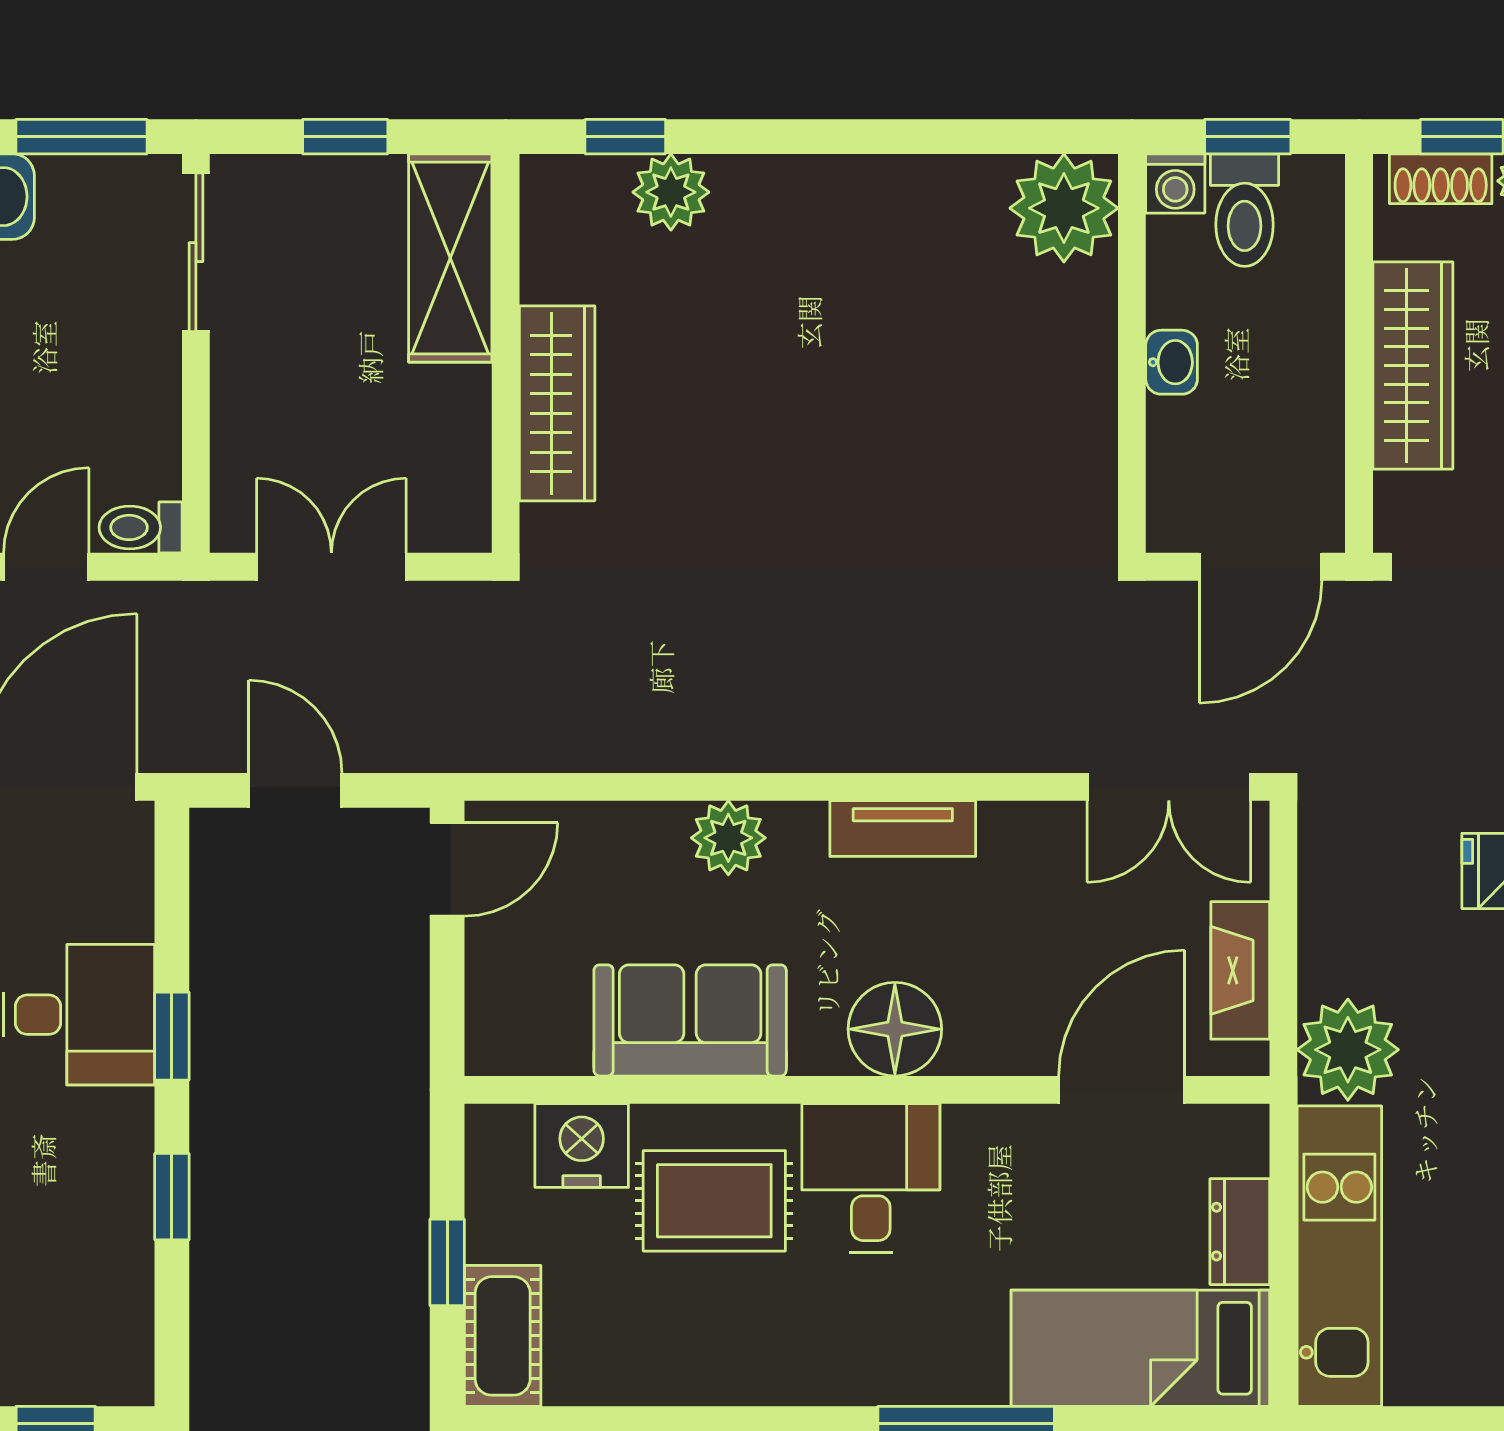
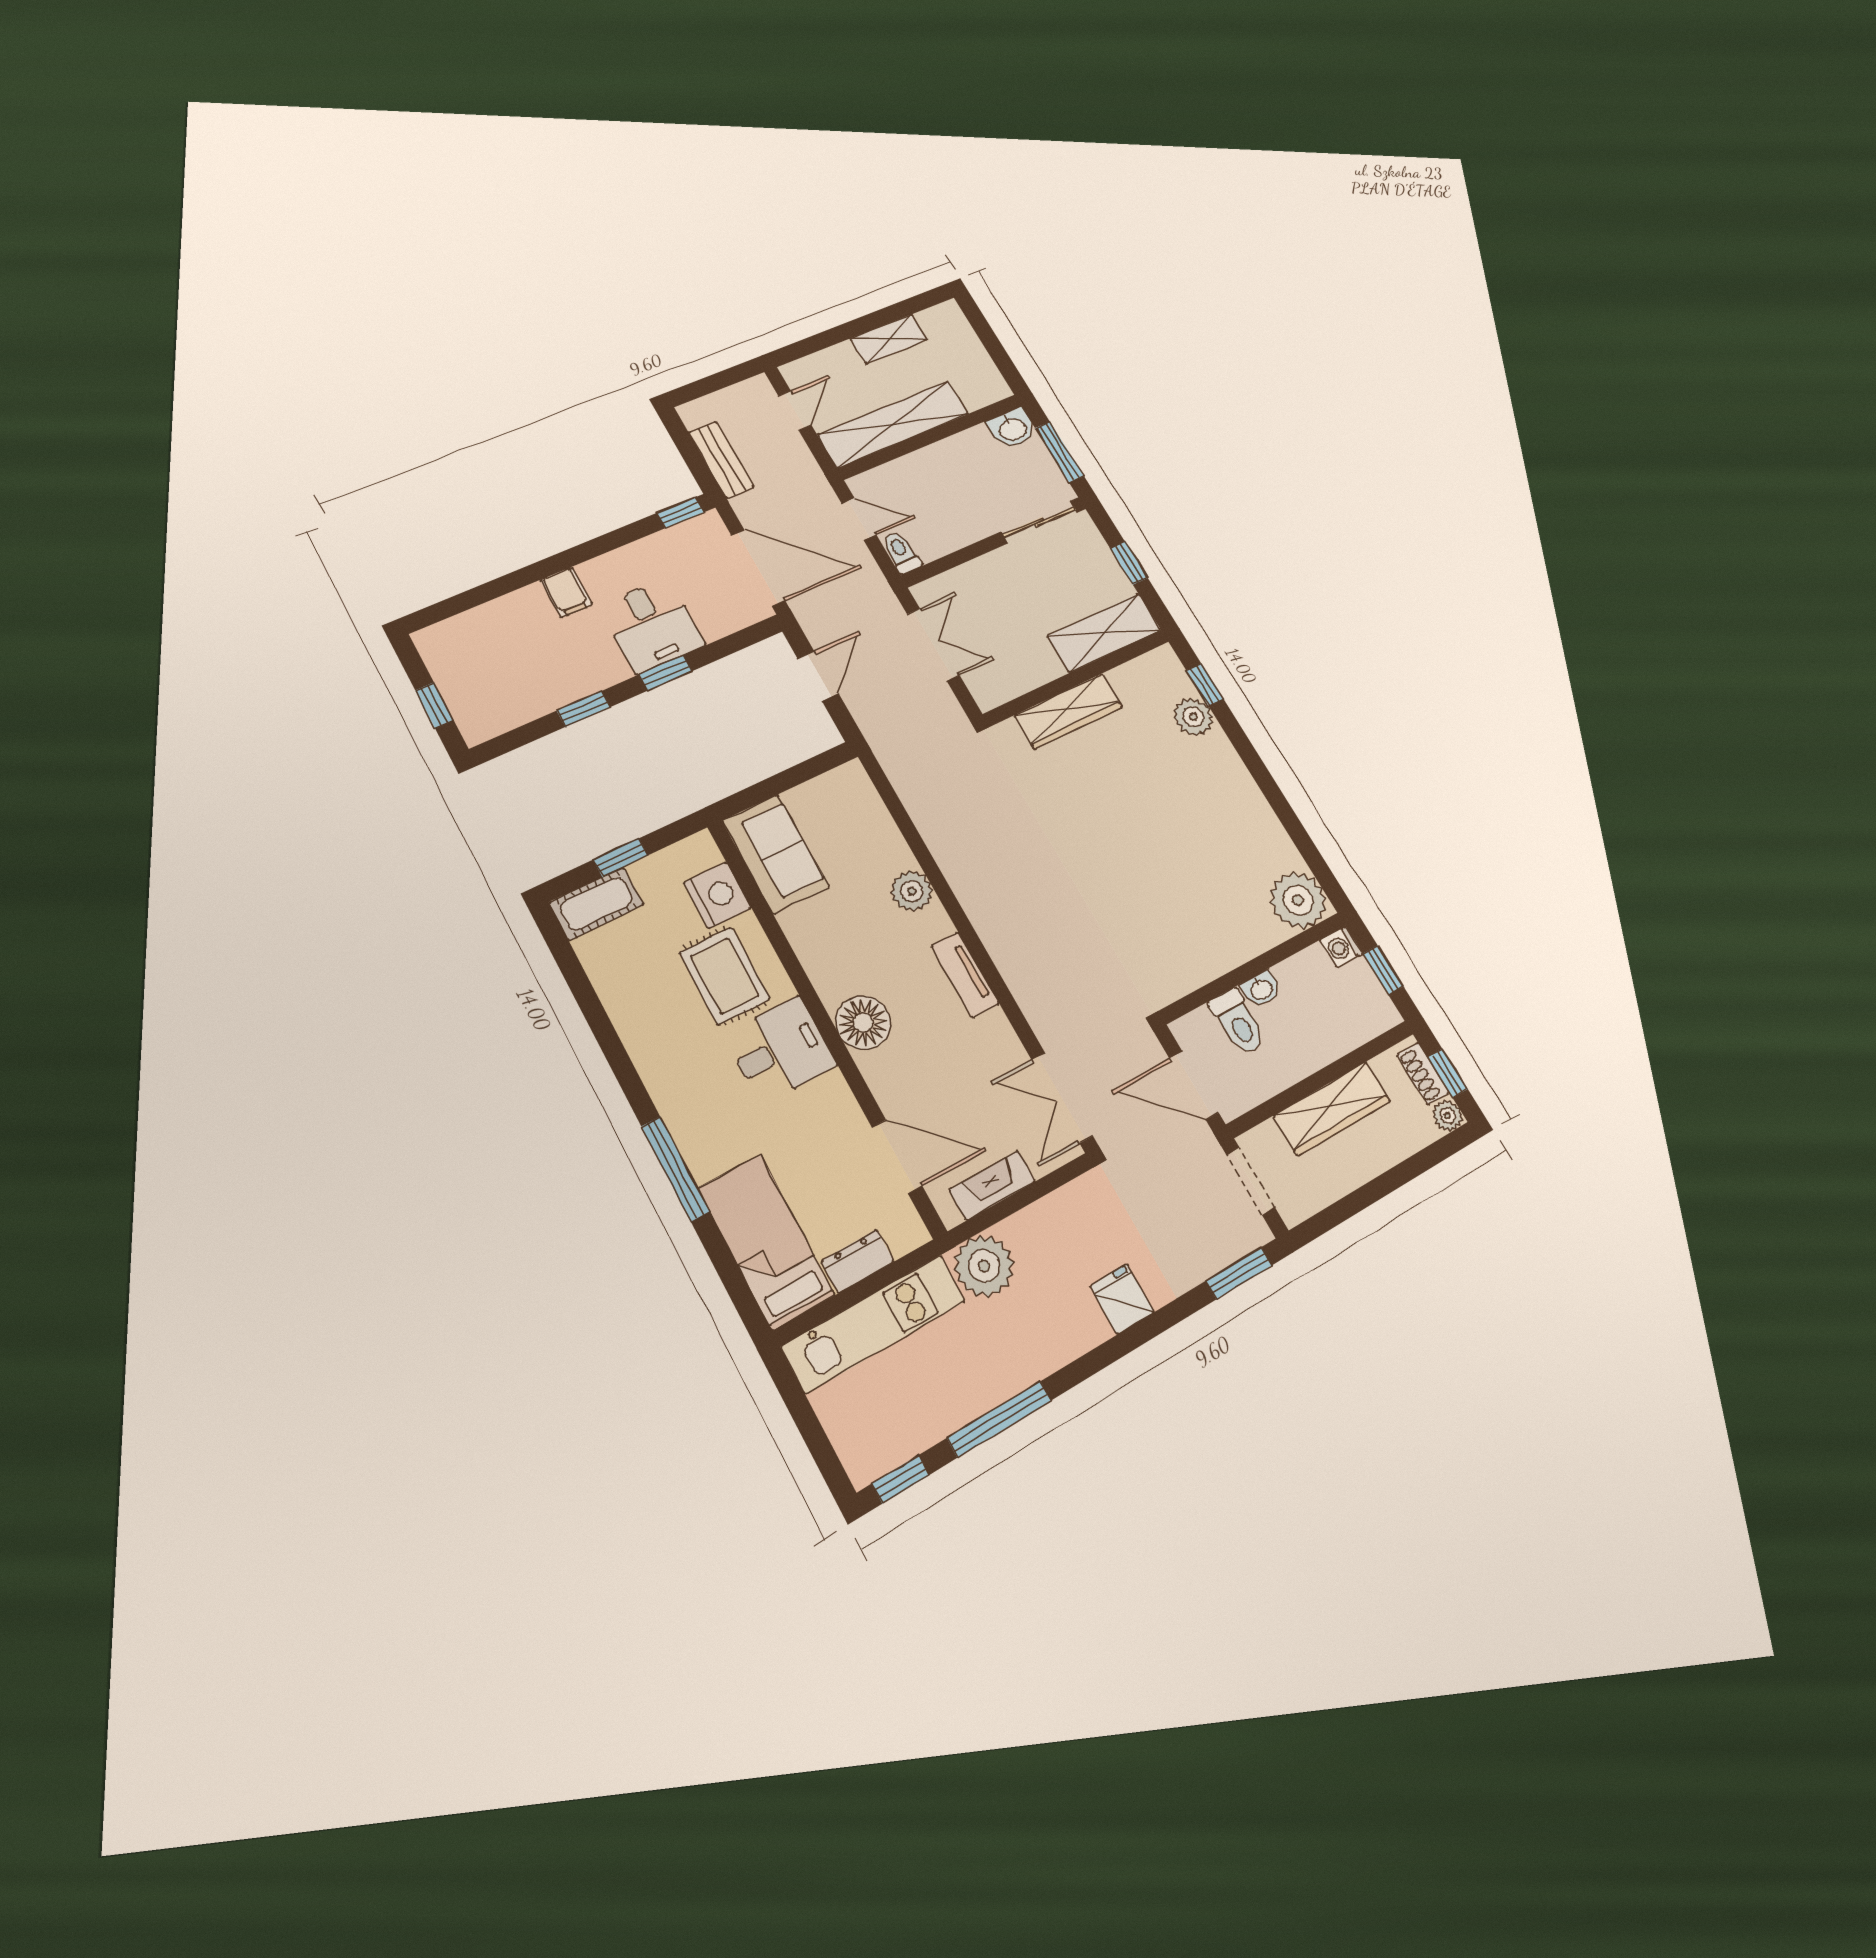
toilet: (1245, 210) -> (1238, 1022), moved, turned -90
door: (447, 870) -> (820, 764), removed
sofa: (690, 1020) -> (775, 854), moved

